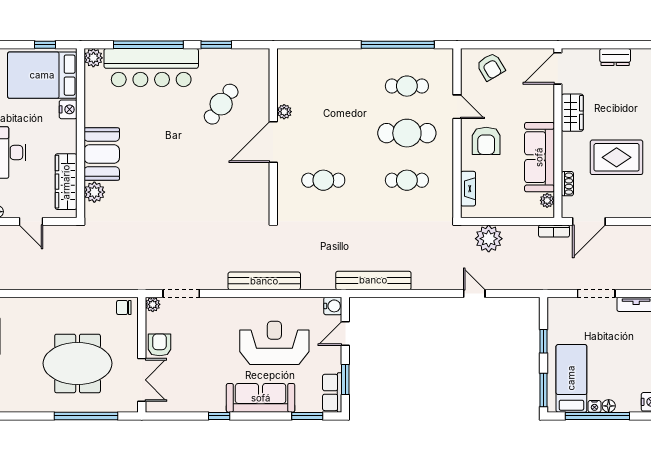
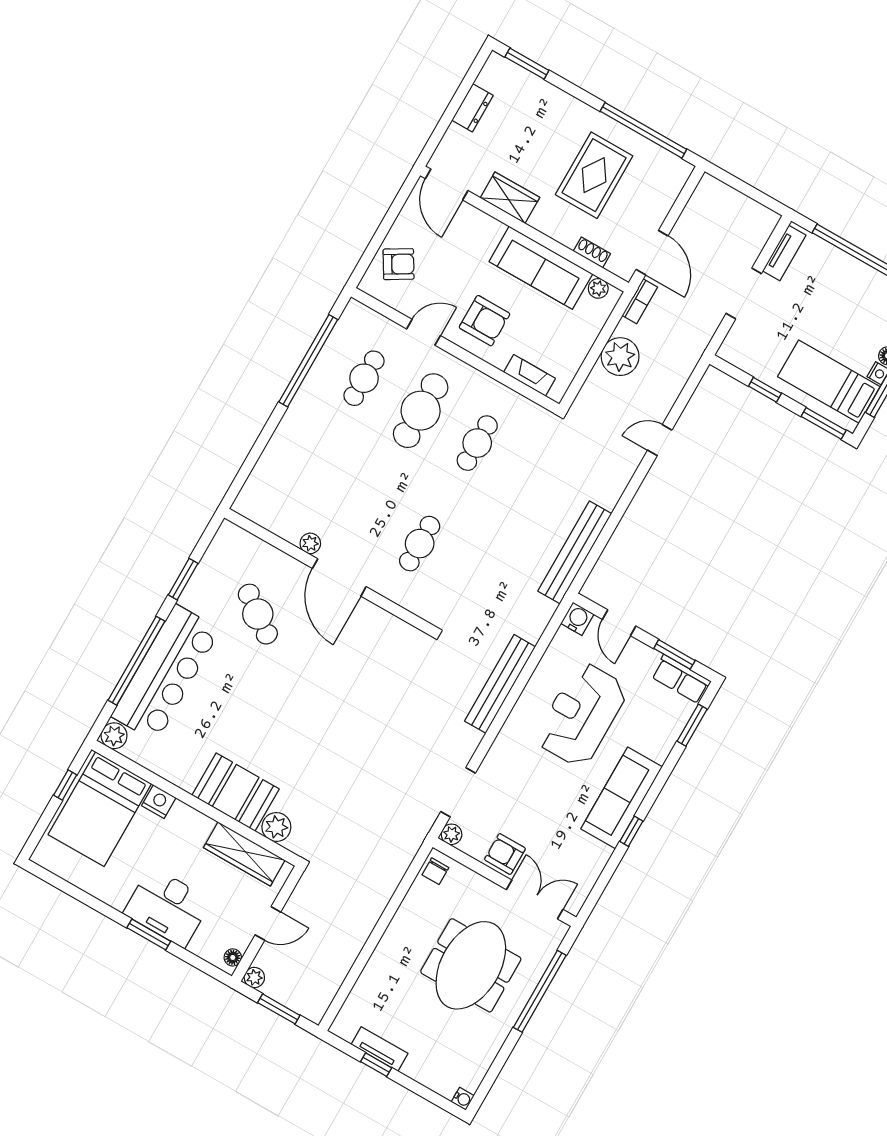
plant: (489, 239) -> (620, 357), moved
sofa: (261, 398) -> (622, 798), moved

